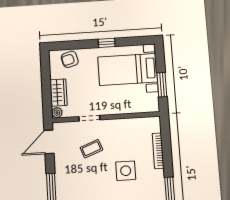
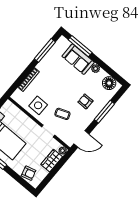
side table: (126, 171) -> (38, 105), moved
armchair: (80, 183) -> (85, 101), added

